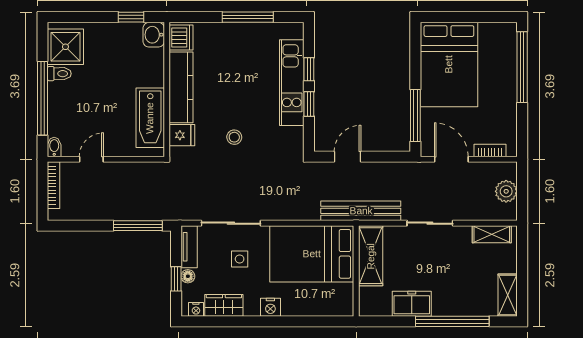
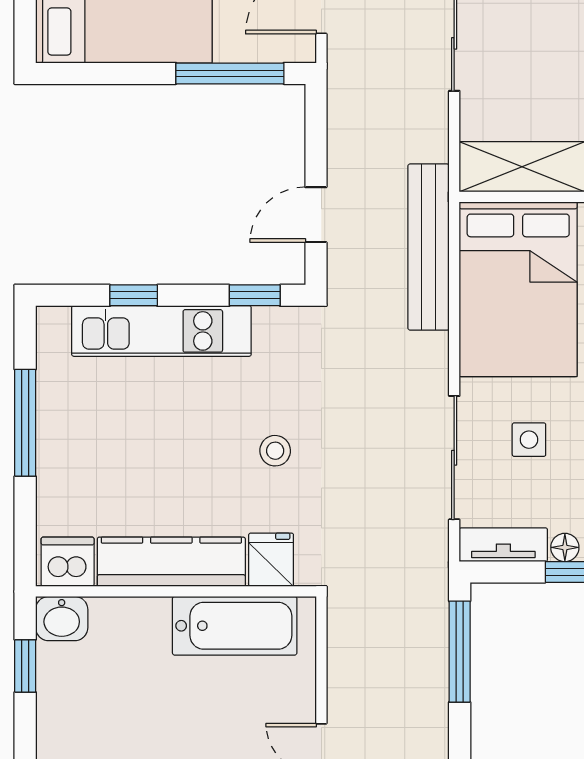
window: (309, 104) -> (255, 295), moved
door: (348, 157) -> (316, 215), hinge flipped
bench: (361, 211) -> (429, 247), moved

